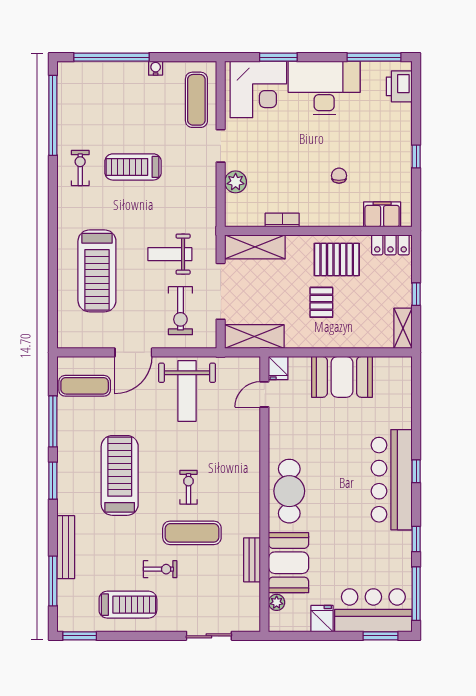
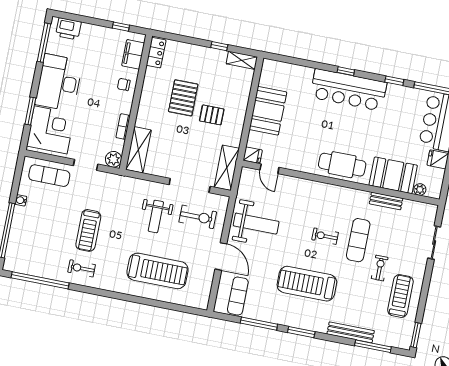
filing cabinet: (382, 214) -> (133, 54), moved
bookcase: (282, 220) -> (123, 127), moved
wall: (318, 231) -> (136, 102), moved
locker: (390, 245) -> (156, 53), moved
shelving: (255, 247) -> (138, 150), moved

